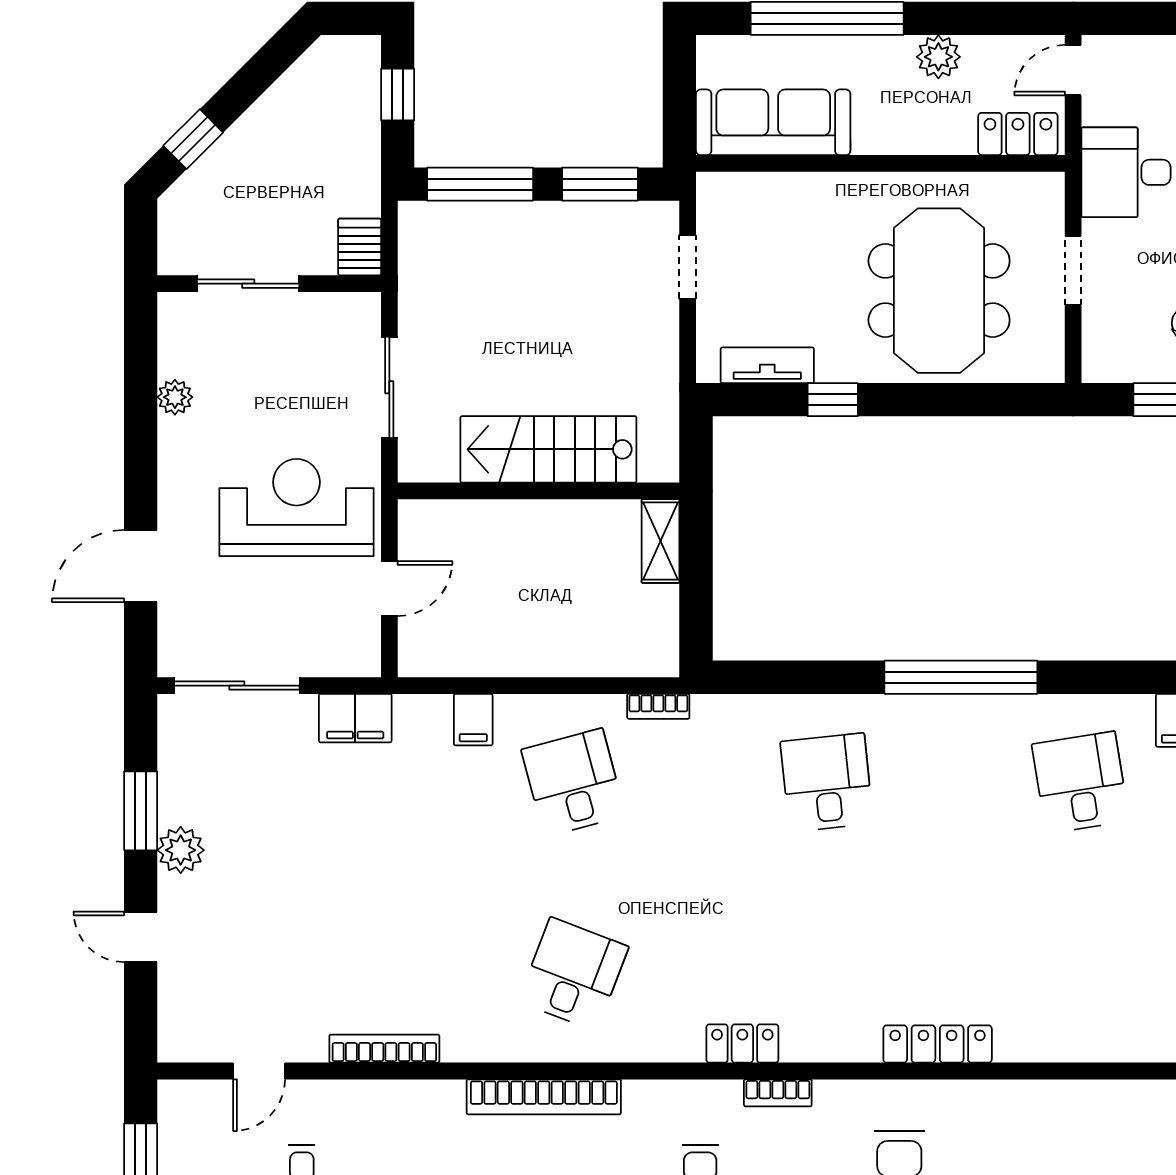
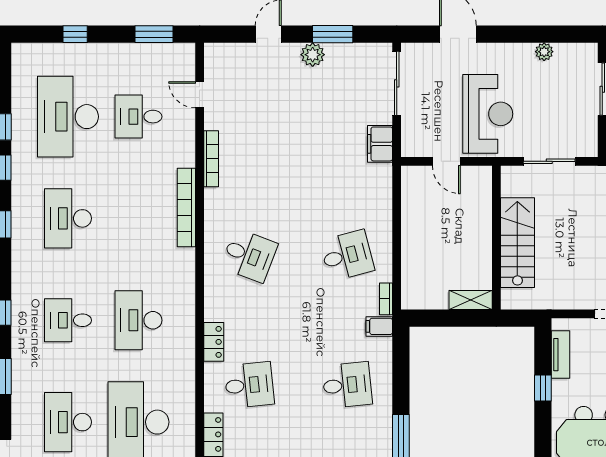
filing cabinet: (473, 720) -> (379, 326), moved
desk: (827, 974) -> (249, 385), added
bookcase: (778, 1093) -> (188, 360), removed
bookcase: (544, 1097) -> (186, 207), moved

